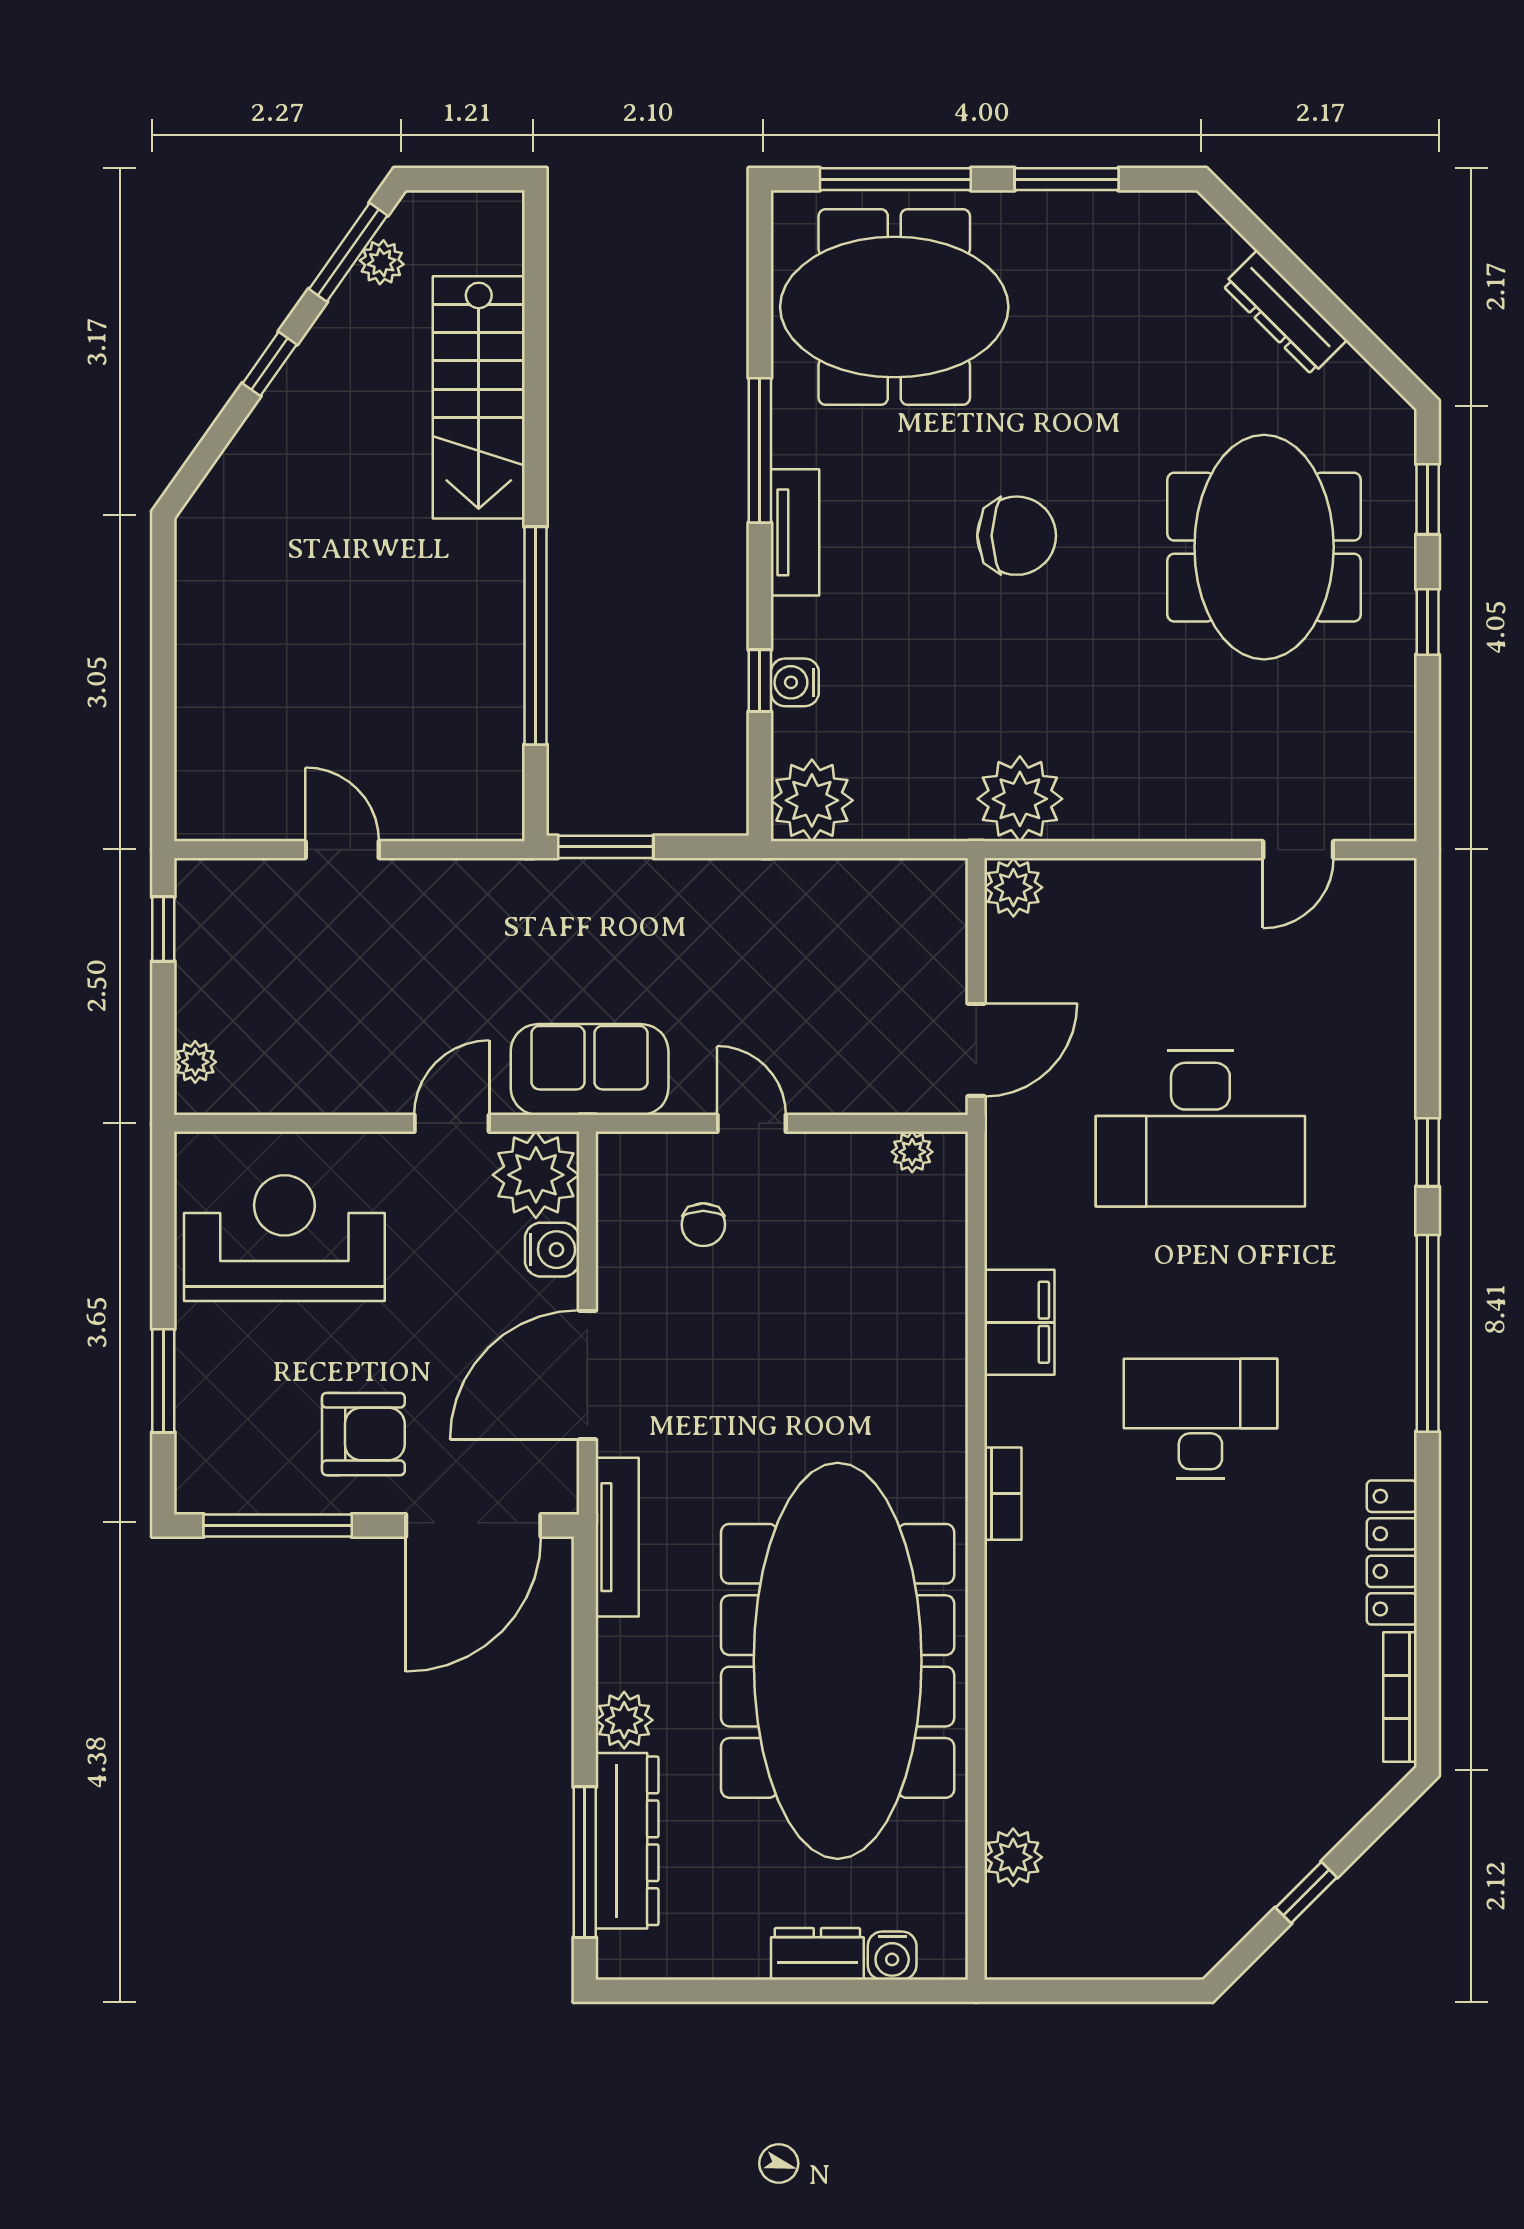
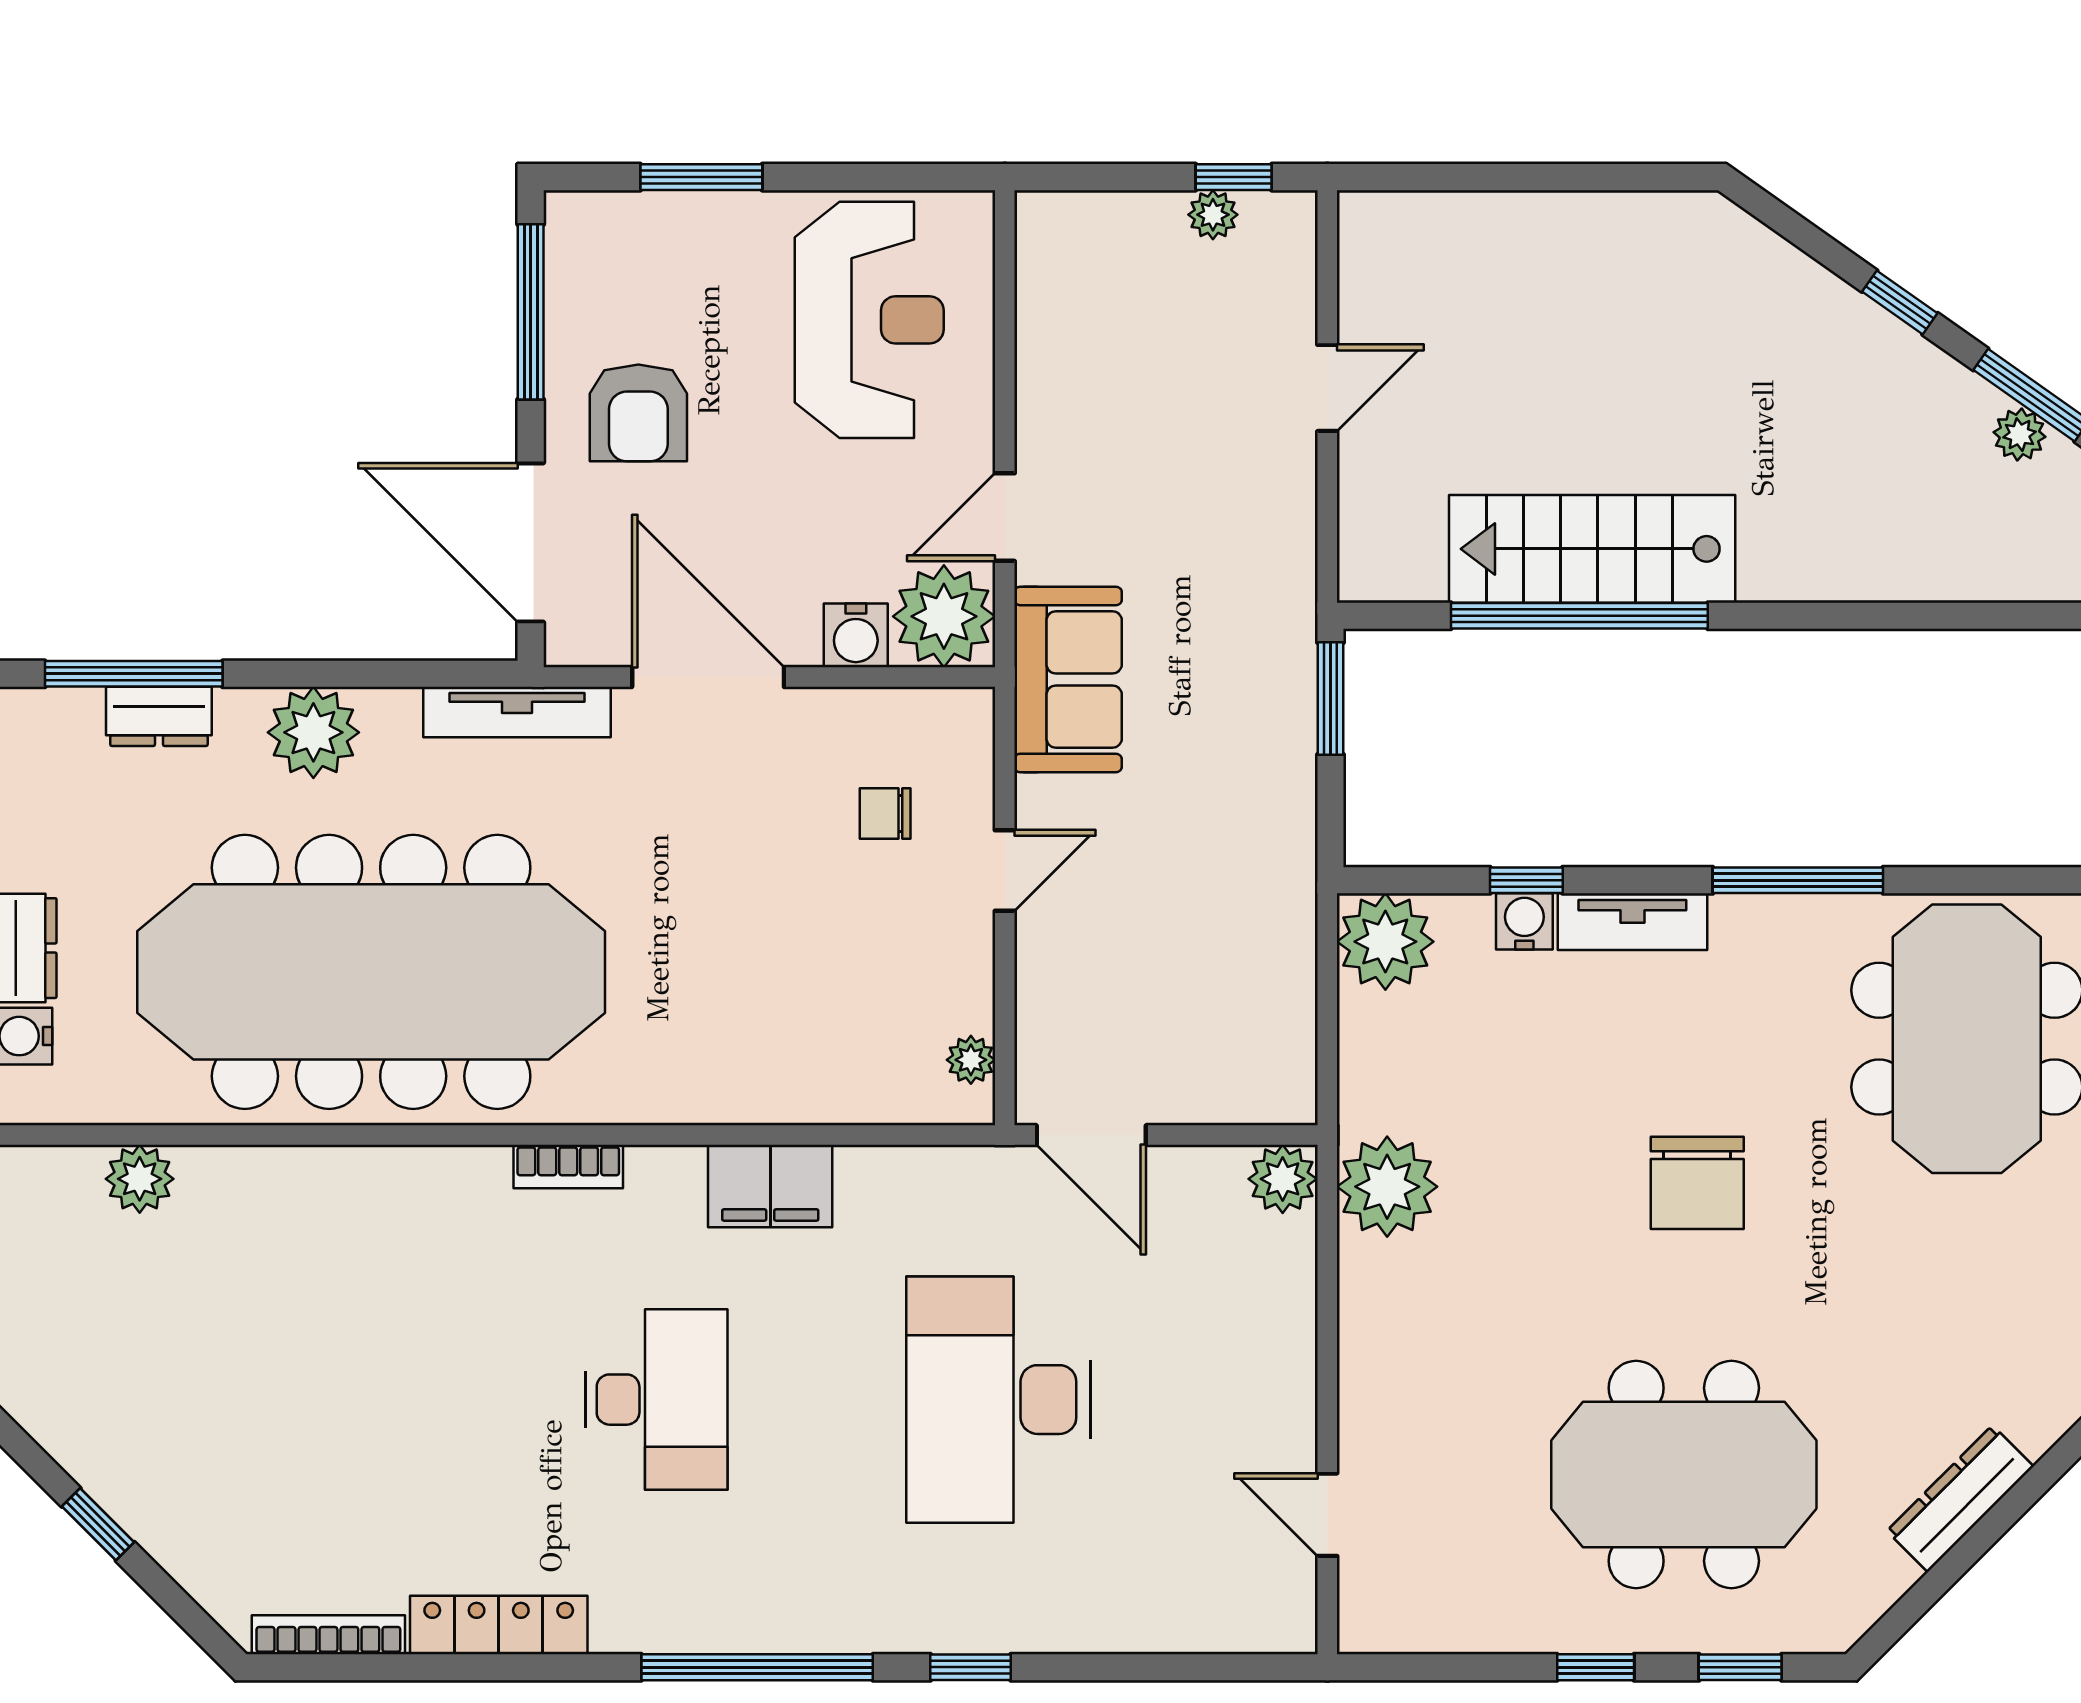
stairs: (479, 397) -> (1592, 549), moved
tv unit: (795, 532) -> (1632, 922), moved
plant: (195, 1062) -> (1213, 215), moved
door: (452, 1123) -> (1005, 517), swing flipped
plant: (624, 1720) -> (313, 732), width x1.36, depth x1.36
dresser: (627, 1841) -> (159, 716), width x0.51, depth x0.80

